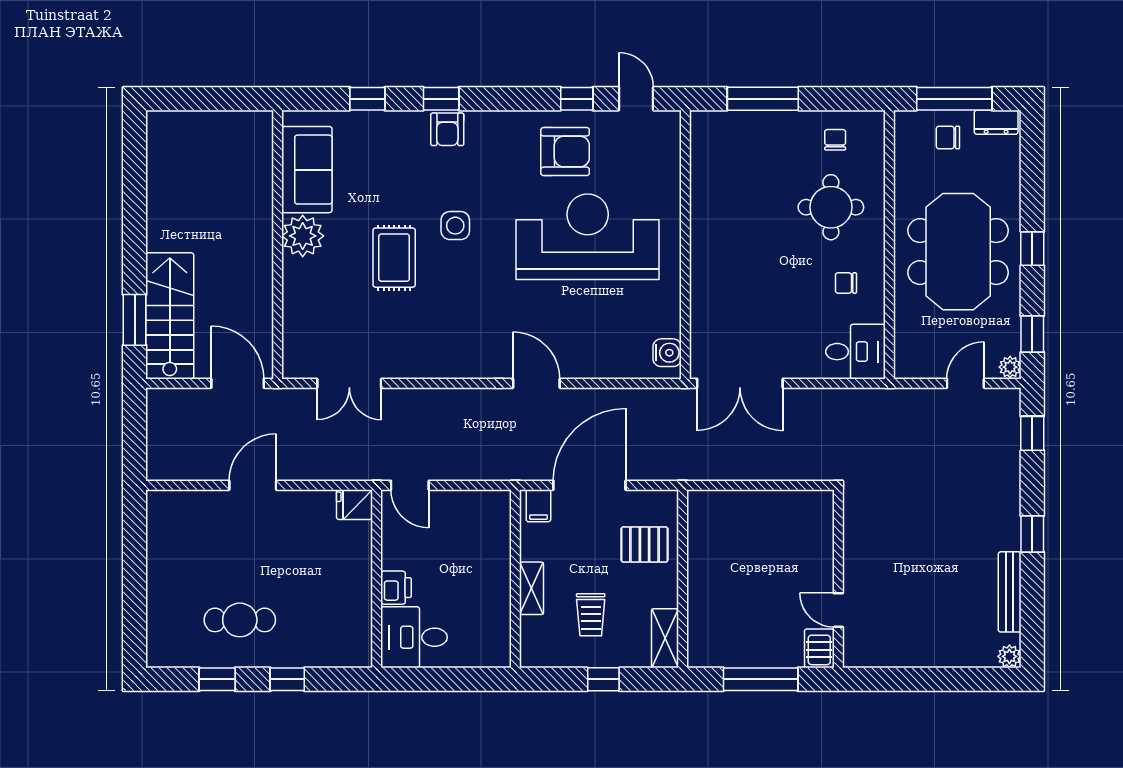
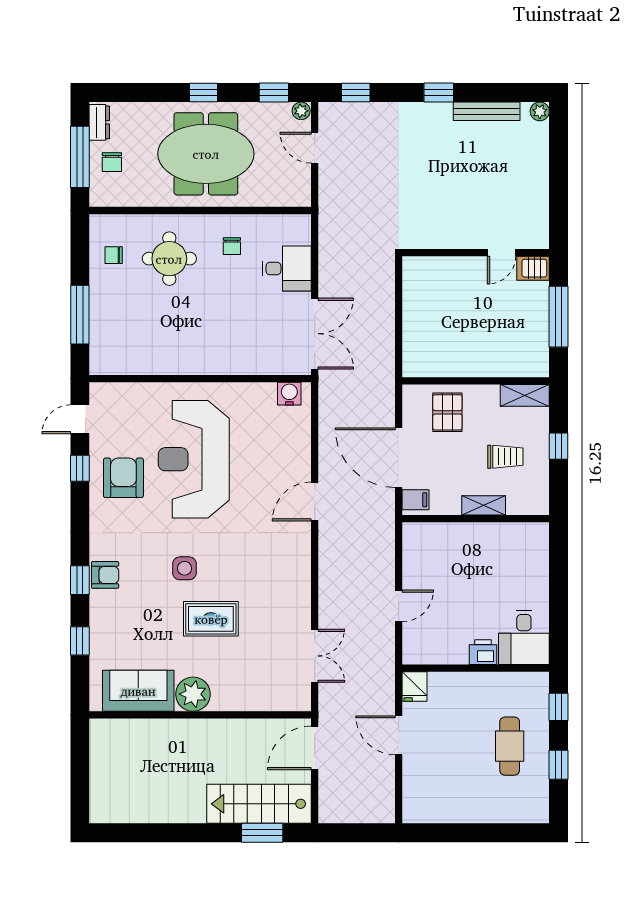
desk: (855, 352) -> (287, 268), moved, turned 90
fridge: (355, 505) -> (415, 686), moved
wall: (377, 579) -> (476, 668), moved
printer: (396, 588) -> (483, 652), moved
desk: (414, 637) -> (524, 637), moved

